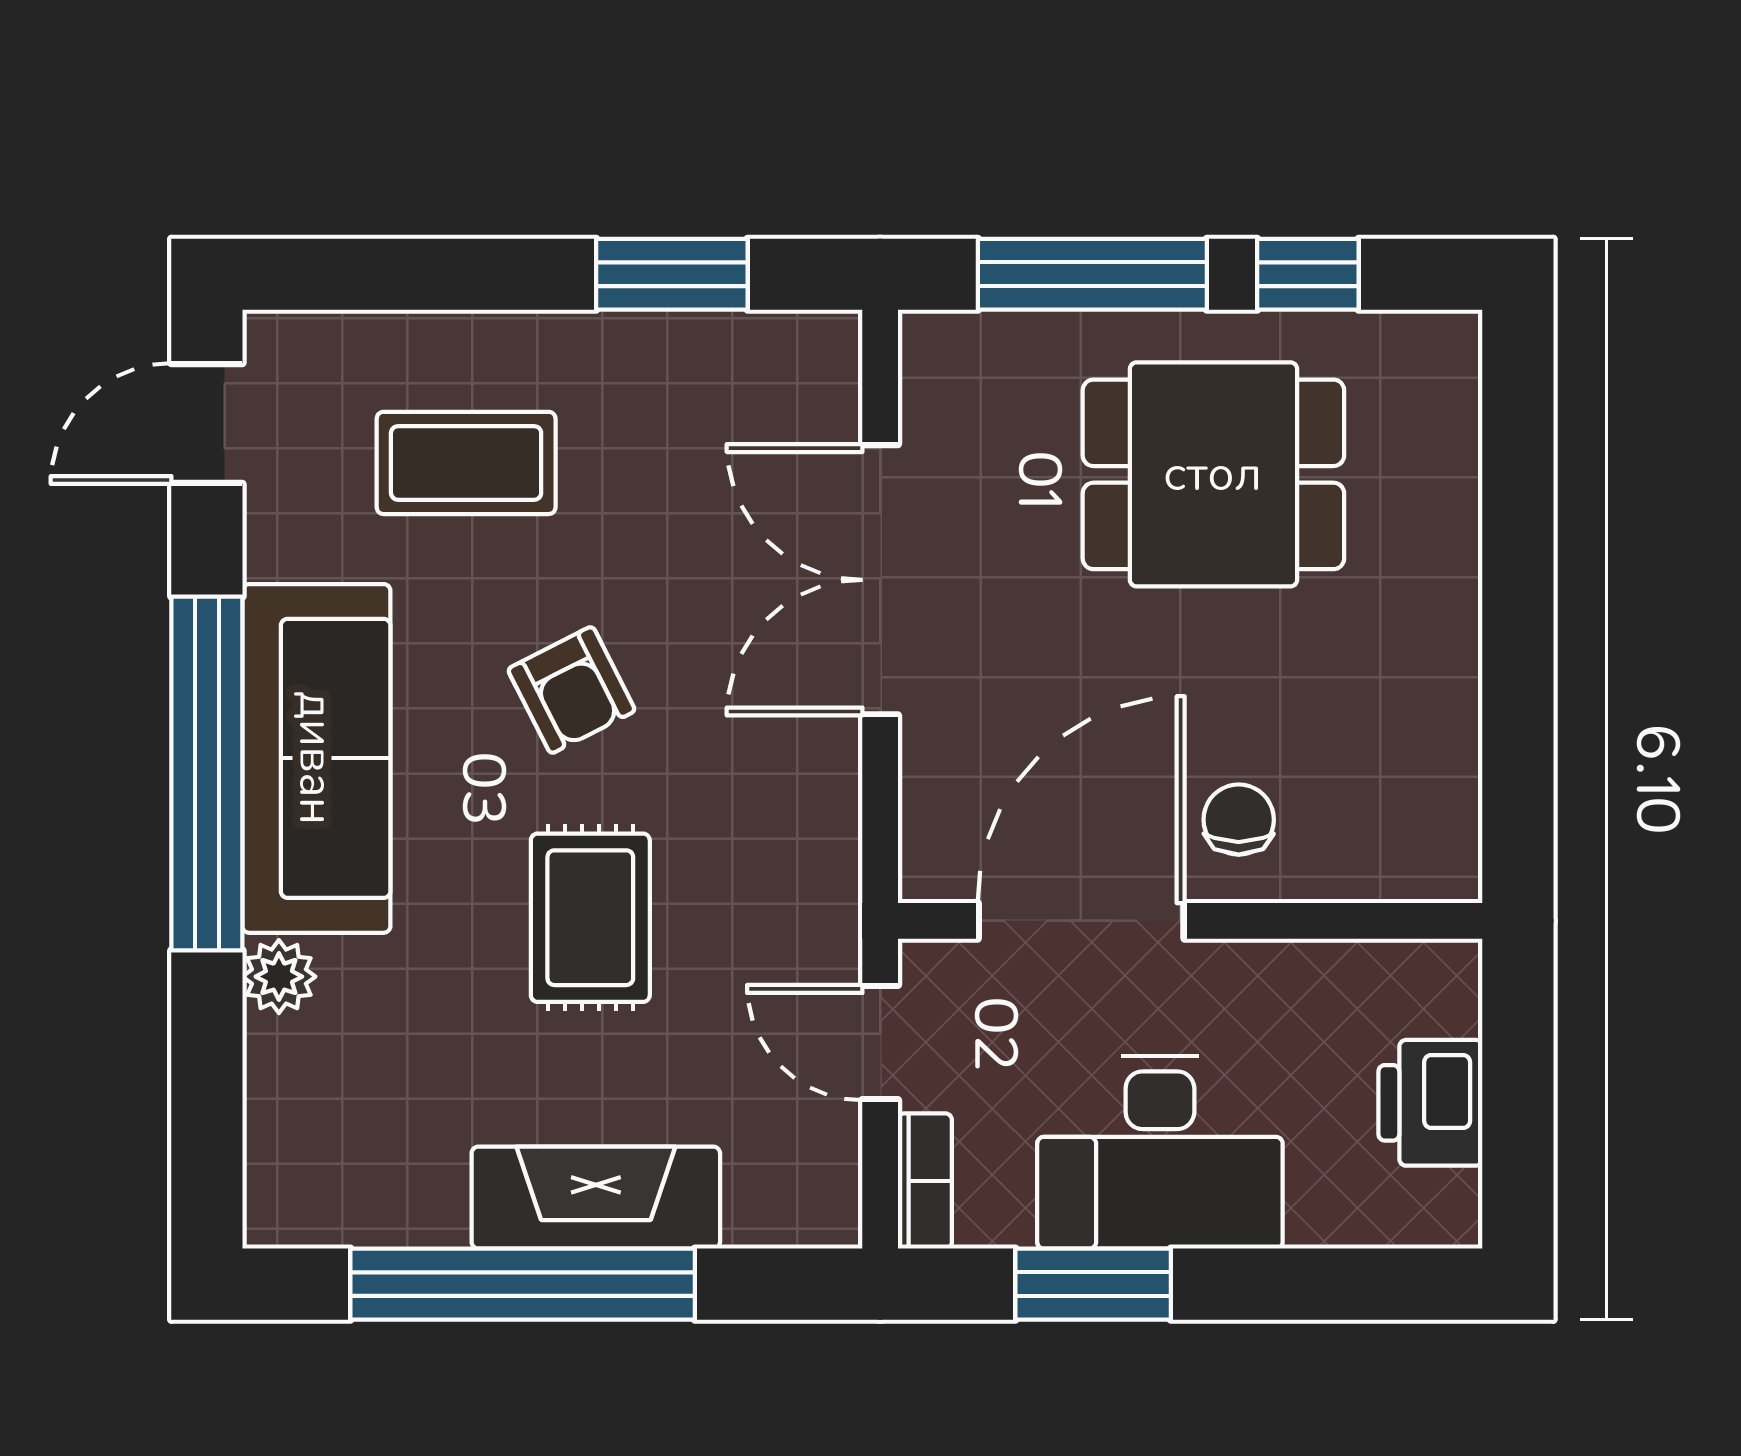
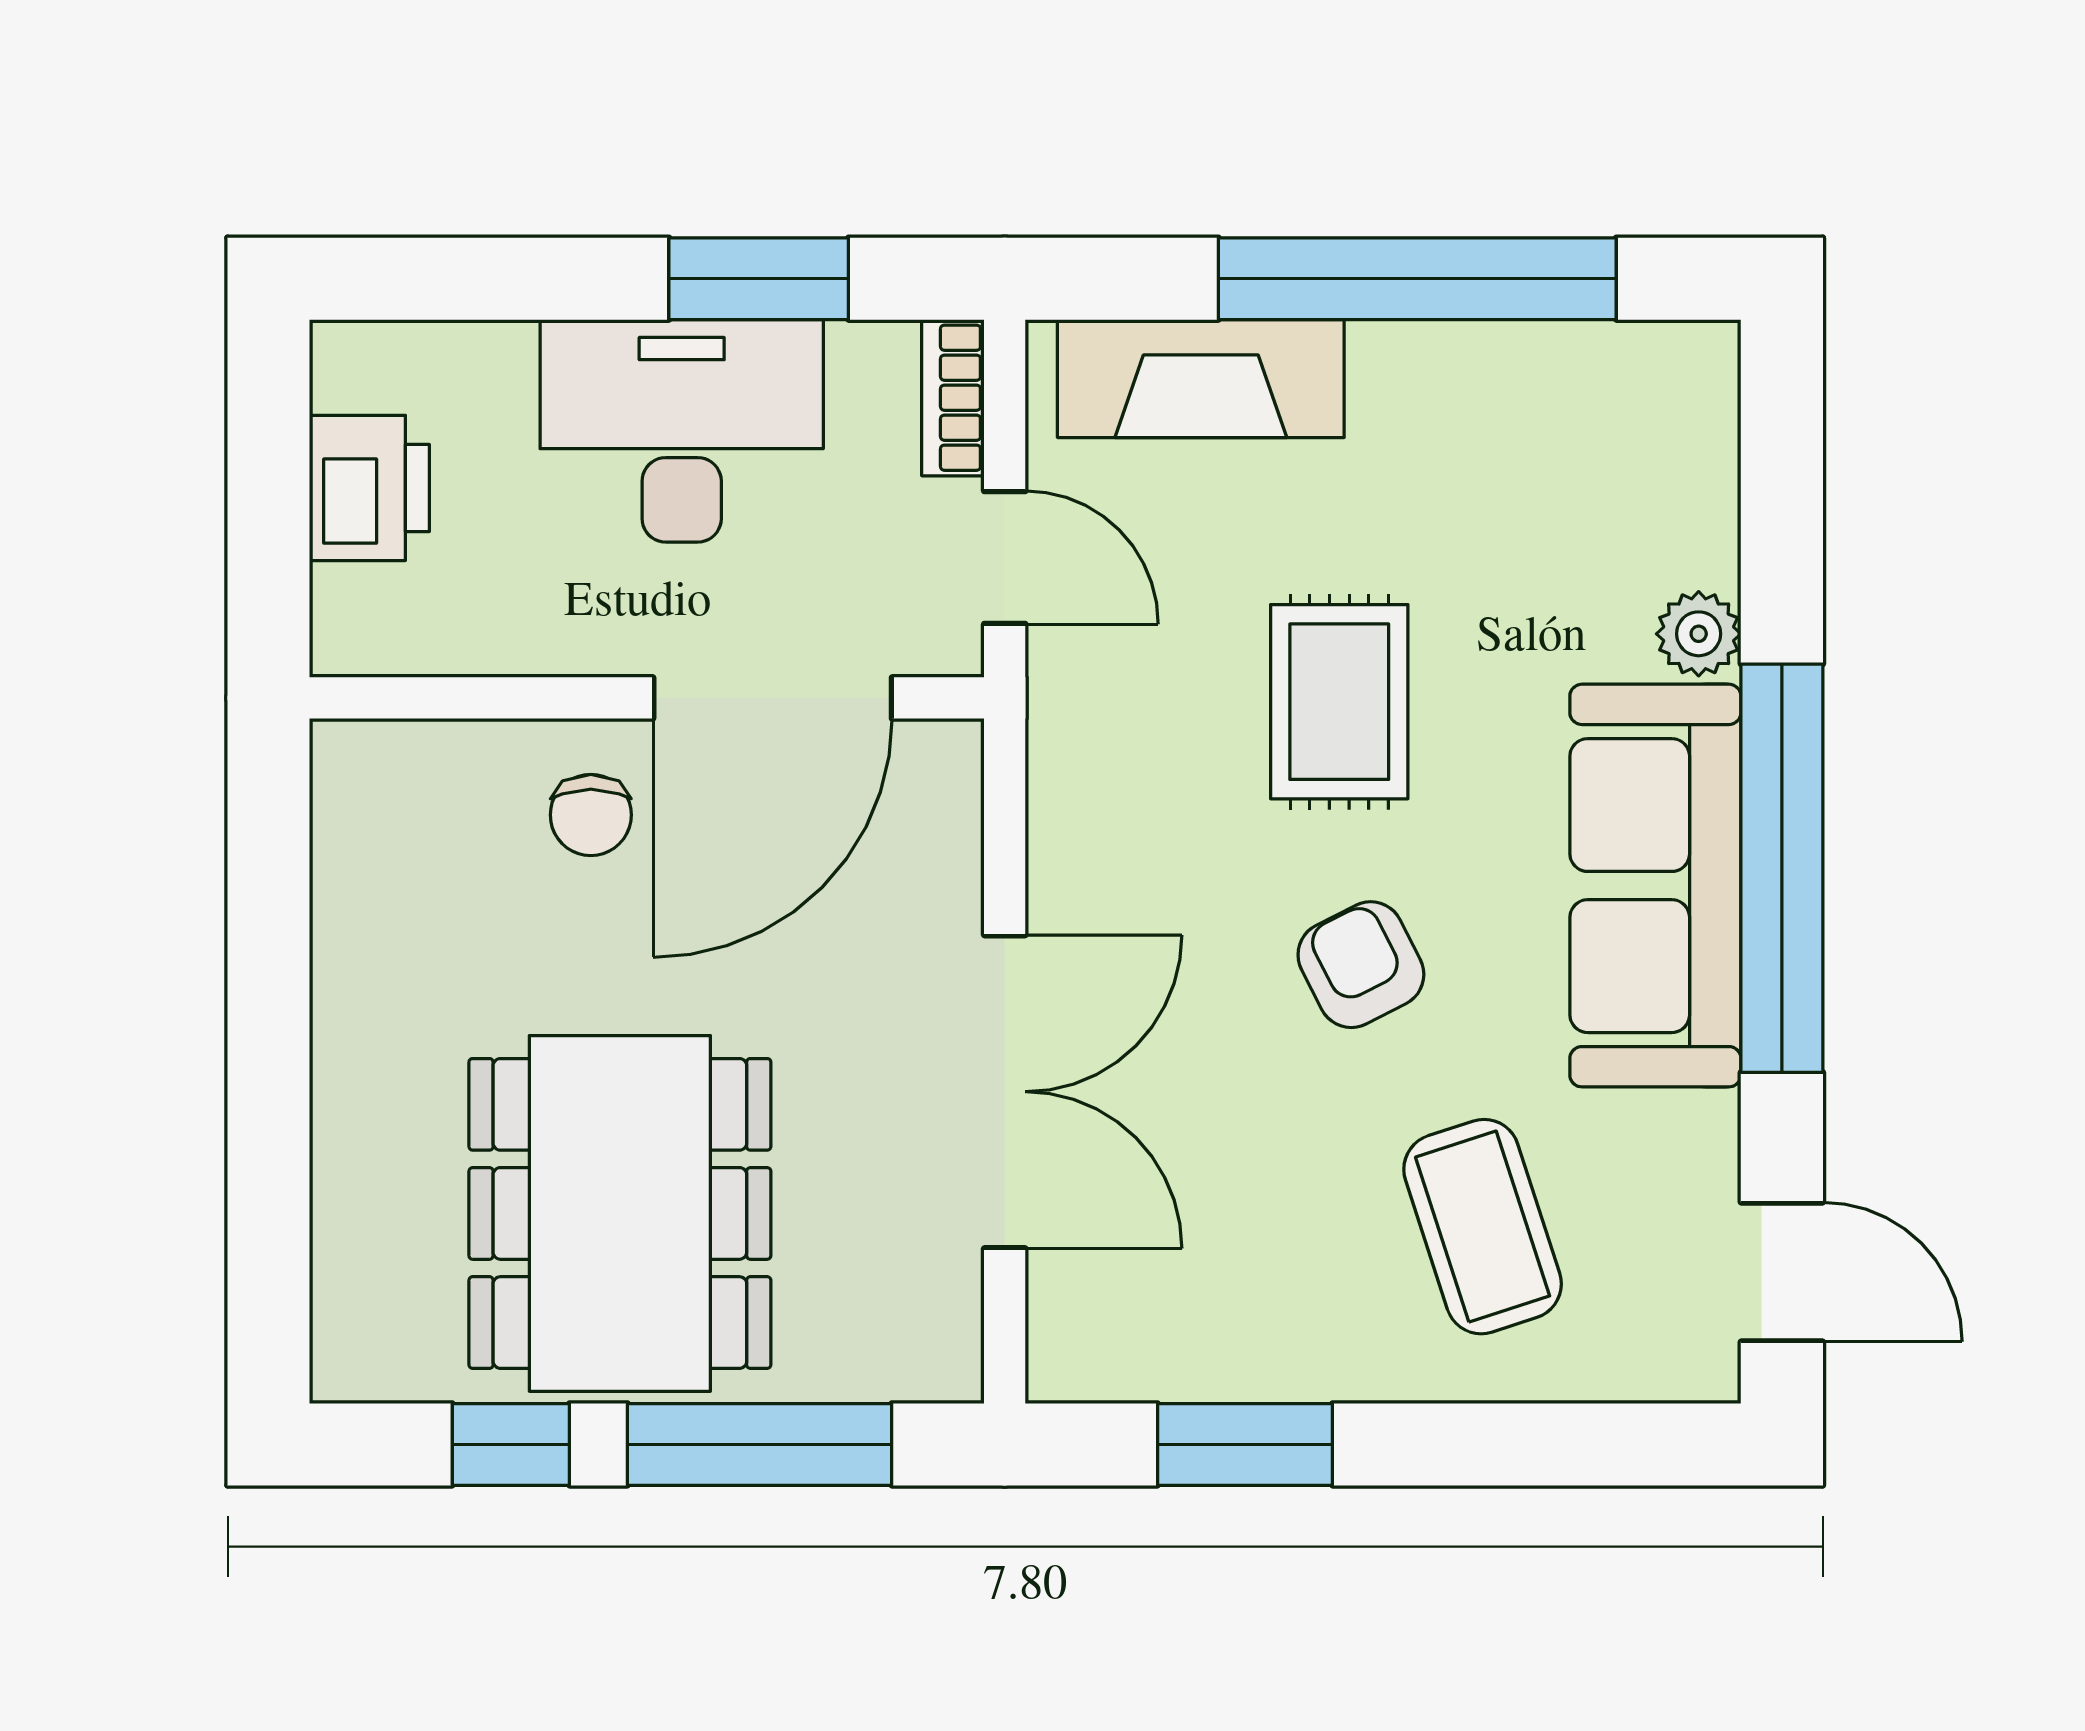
door: (207, 424) -> (1782, 1272), hinge flipped
coffee table: (466, 463) -> (1483, 1227), turned 72
dining table: (1213, 474) -> (620, 1213), width x1.37
fireplace: (596, 1198) -> (1201, 379), moved

